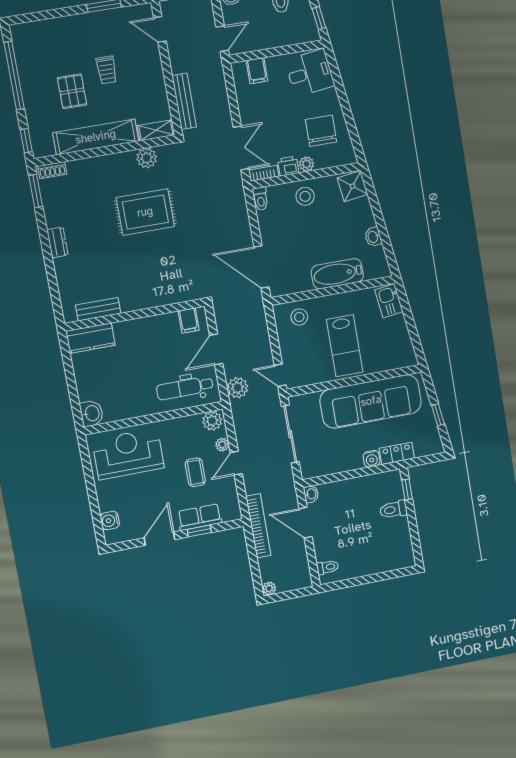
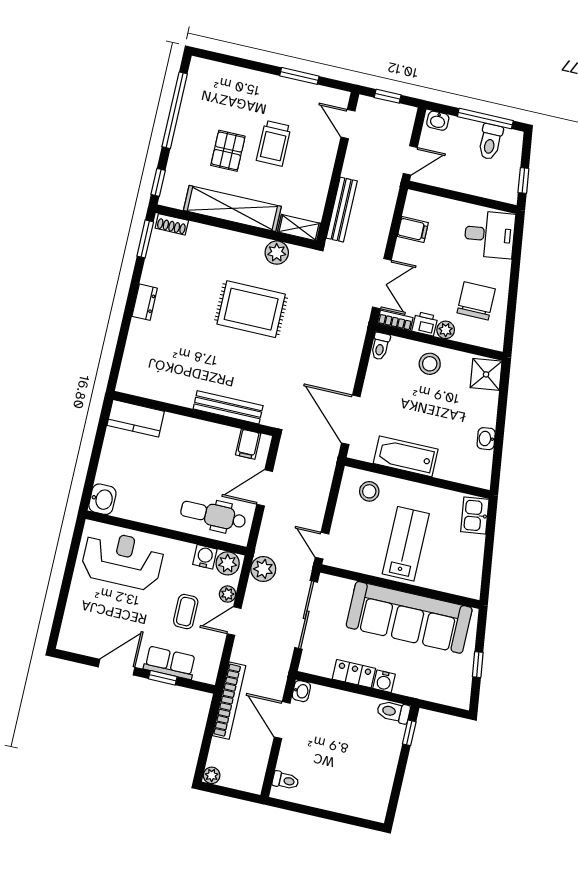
trolley: (107, 70) -> (274, 143), width x1.36, depth x1.39
filing cabinet: (257, 71) -> (413, 230), moved, turned -90
bathtub: (337, 274) -> (406, 456), moved
bench: (98, 309) -> (228, 407), moved, width x1.36
lab bench: (345, 346) -> (406, 544), turned 180
plant: (237, 388) -> (263, 569), moved
locker: (397, 453) -> (354, 674), moved
toilet: (393, 510) -> (393, 712), moved
water cooler: (110, 520) -> (205, 557), moved, turned 90

